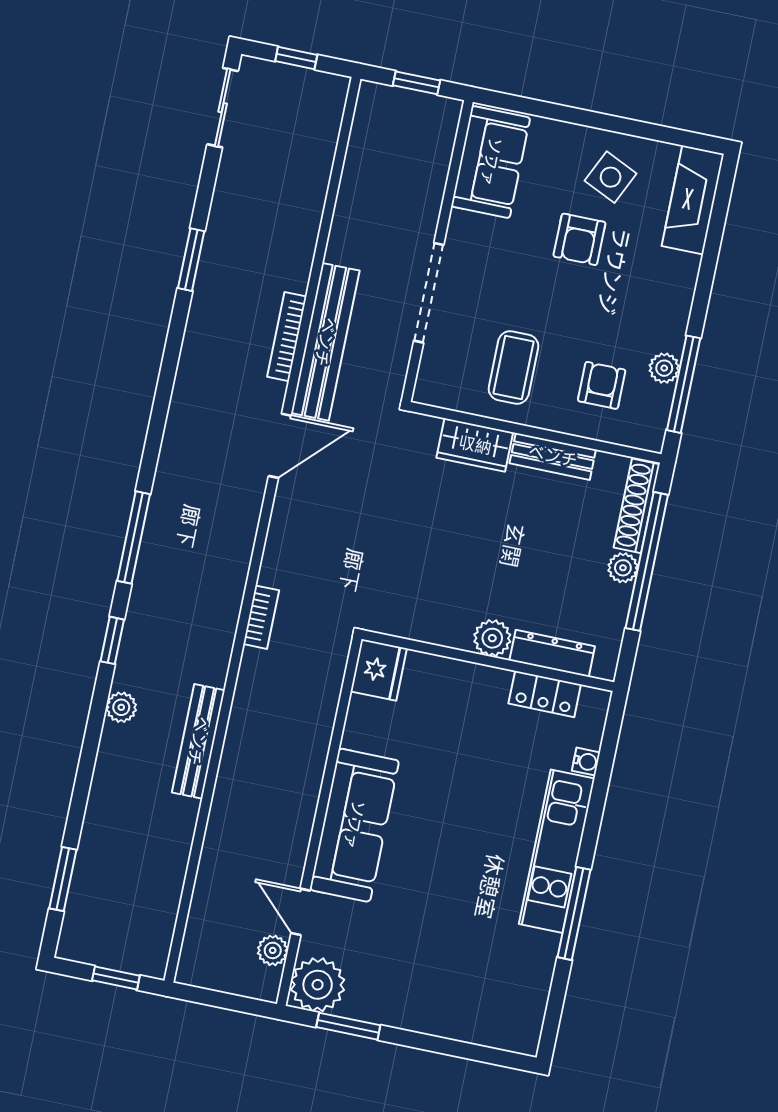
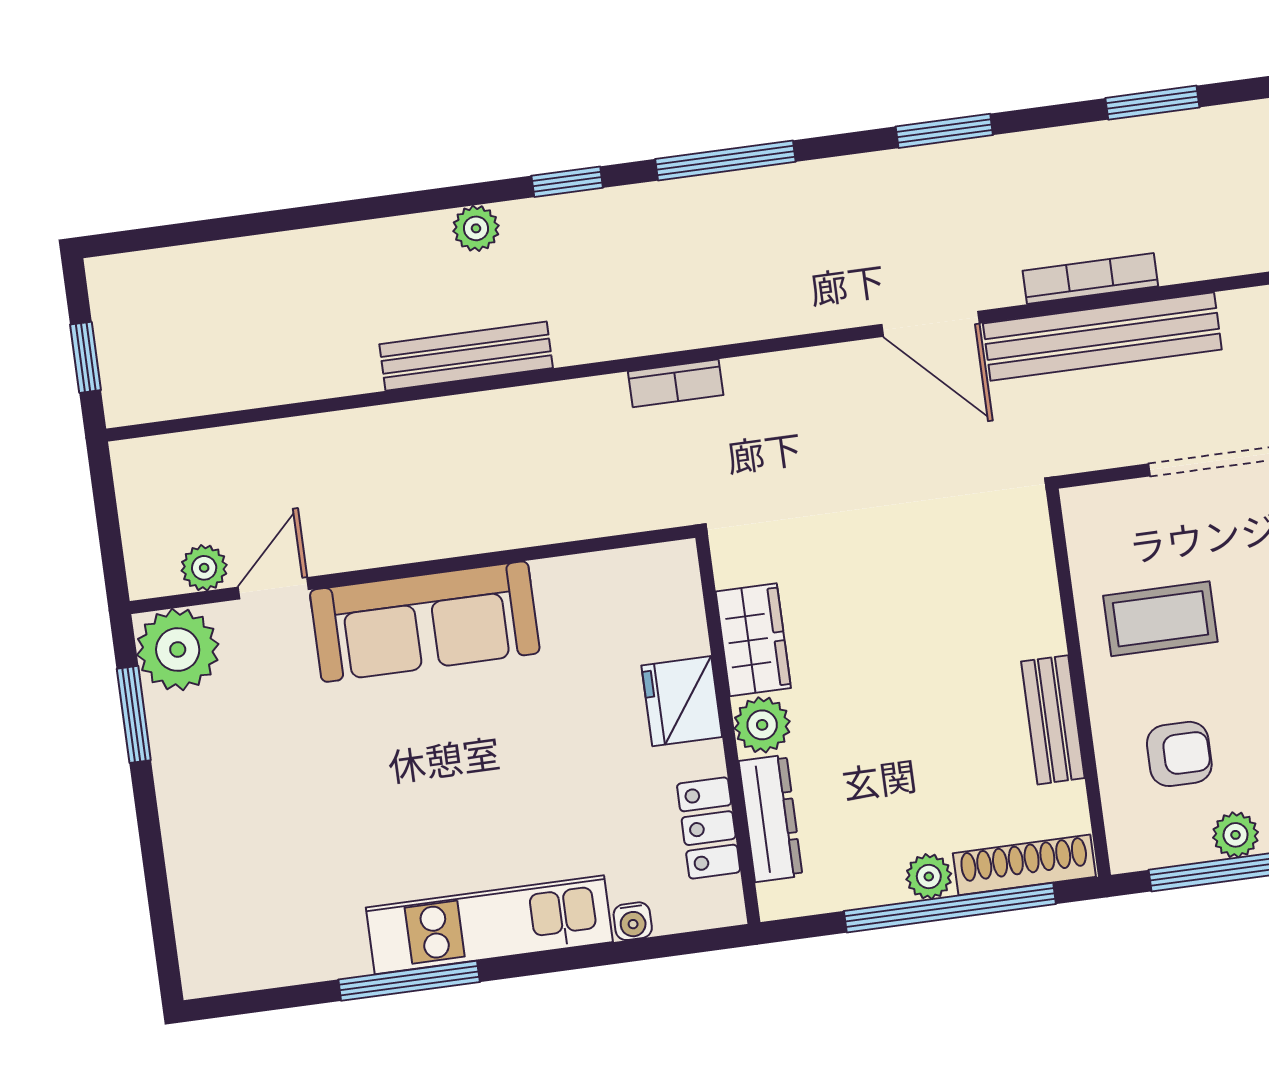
wardrobe: (475, 445) -> (753, 640), moved, turned 180
fridge: (379, 670) -> (682, 701), moved, turned 90
window: (63, 879) -> (944, 131), moved

